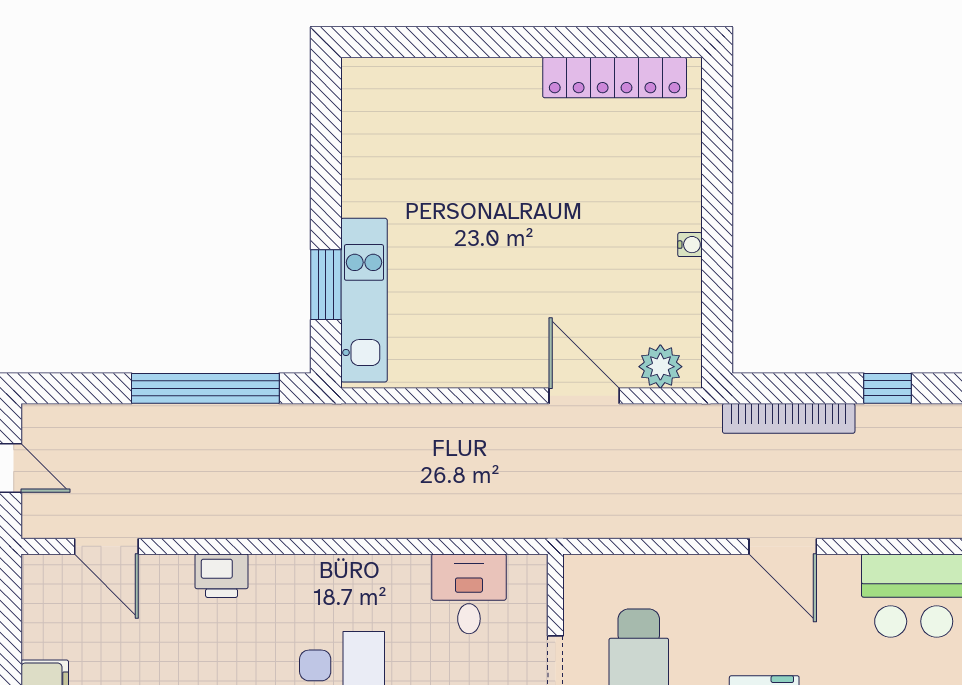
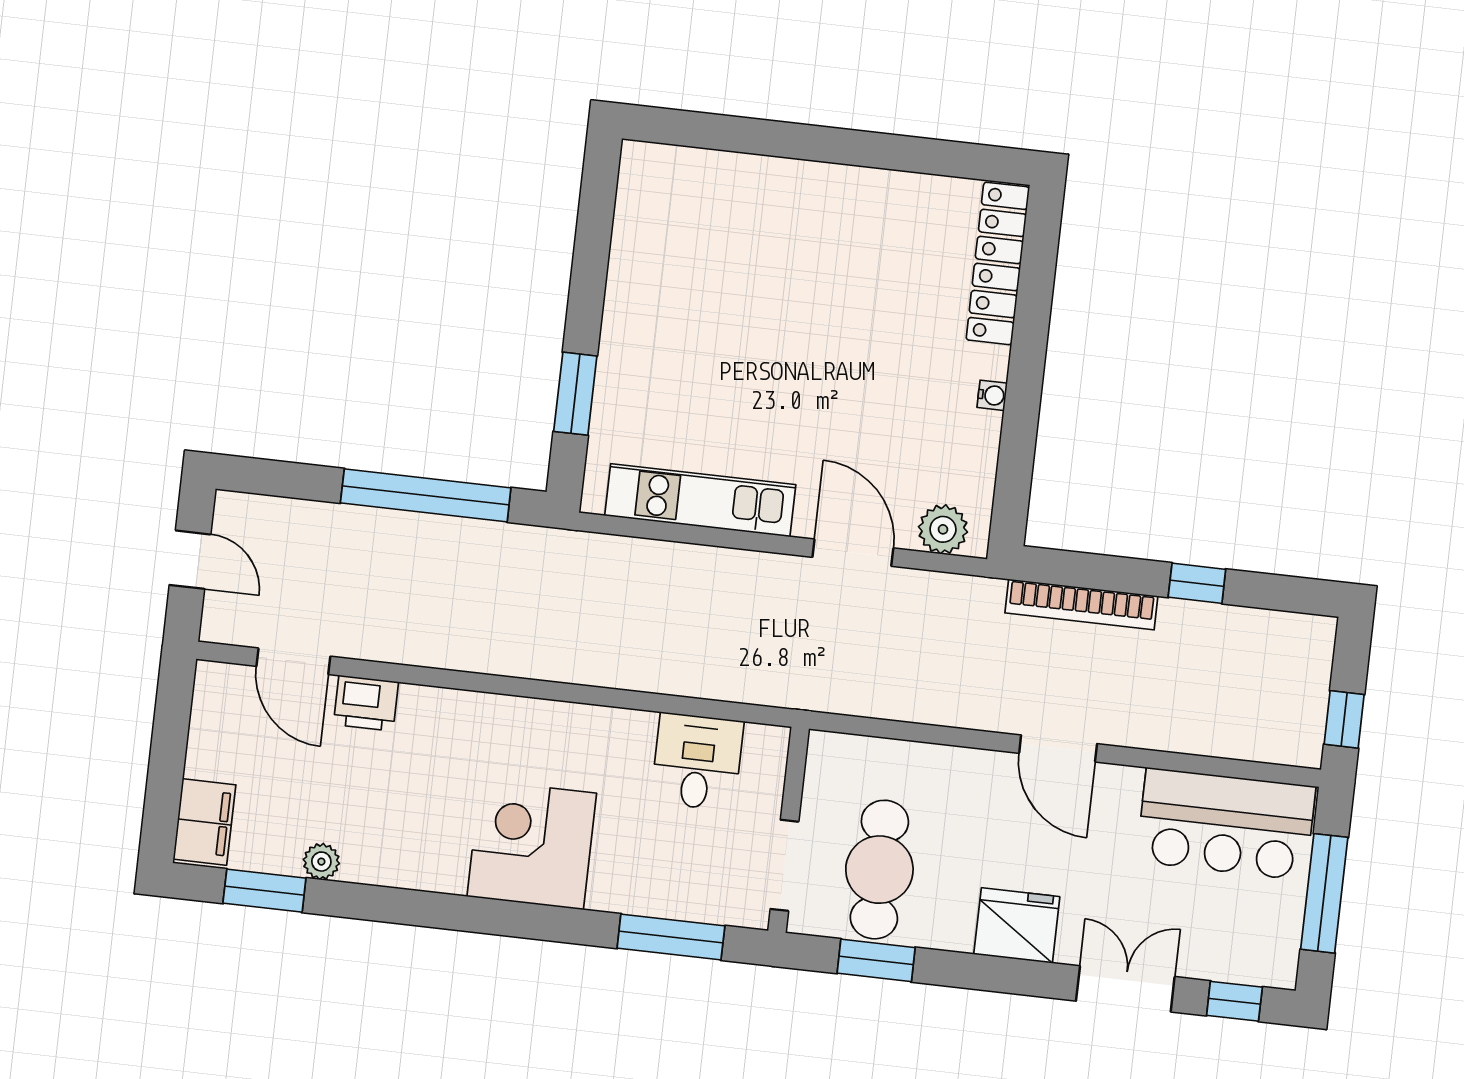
locker: (615, 77) -> (998, 263), moved, turned 90
kitchen unit: (364, 300) -> (700, 500), moved, turned -90
printer: (222, 576) -> (366, 703), moved

